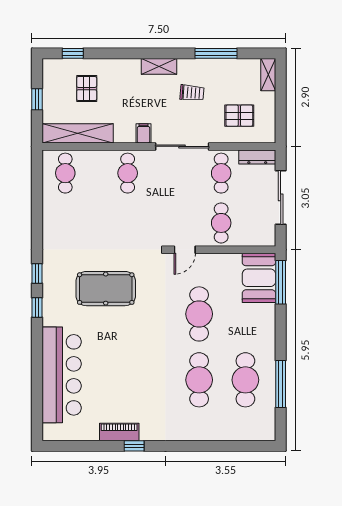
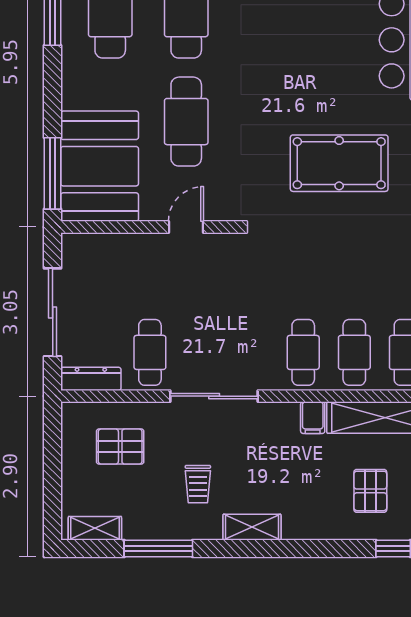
shelving: (268, 75) -> (95, 528), moved, turned 90
trolley: (192, 93) -> (198, 484), turned -94
filing cabinet: (144, 133) -> (313, 418), moved
cafe table: (221, 223) -> (354, 352), moved
door: (185, 250) -> (186, 227), moved
booth: (259, 278) -> (100, 166), width x1.36, depth x1.42

